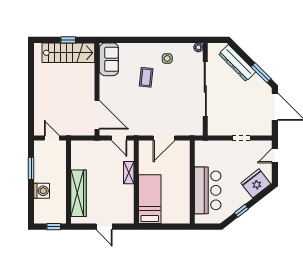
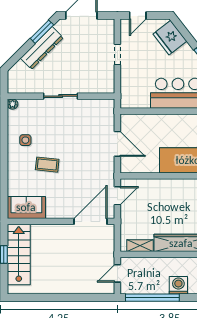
dresser: (237, 63) -> (42, 48), moved
sliding door: (205, 89) -> (61, 96), width x0.54
door: (275, 156) -> (138, 16), hinge flipped
window: (31, 168) -> (152, 298), width x2.11
shelving: (129, 173) -> (140, 246), moved

